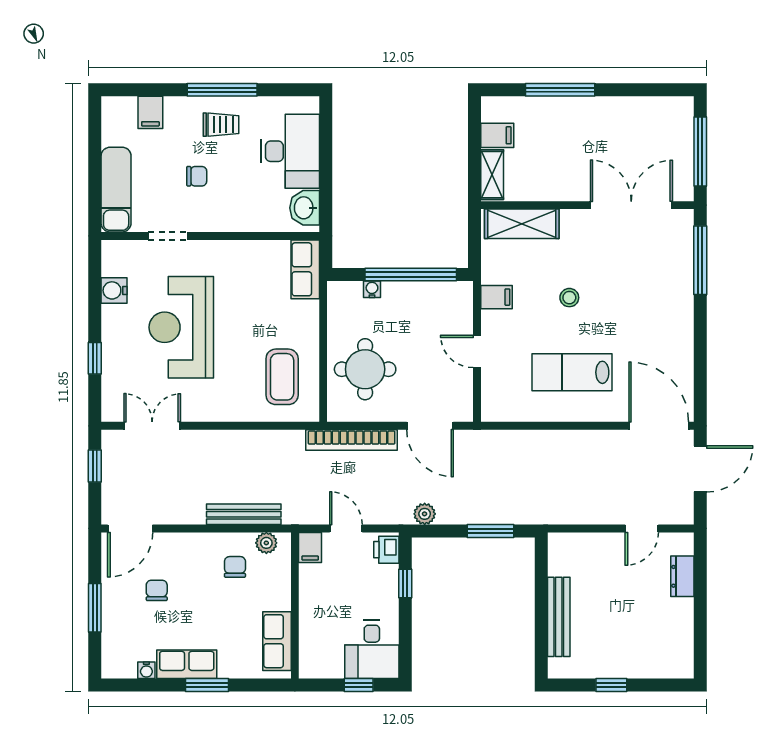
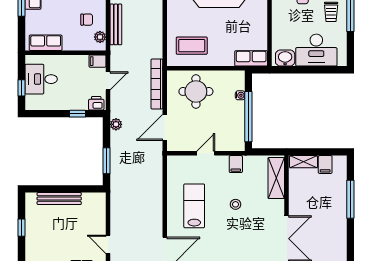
desk: (372, 649) -> (41, 79), moved

